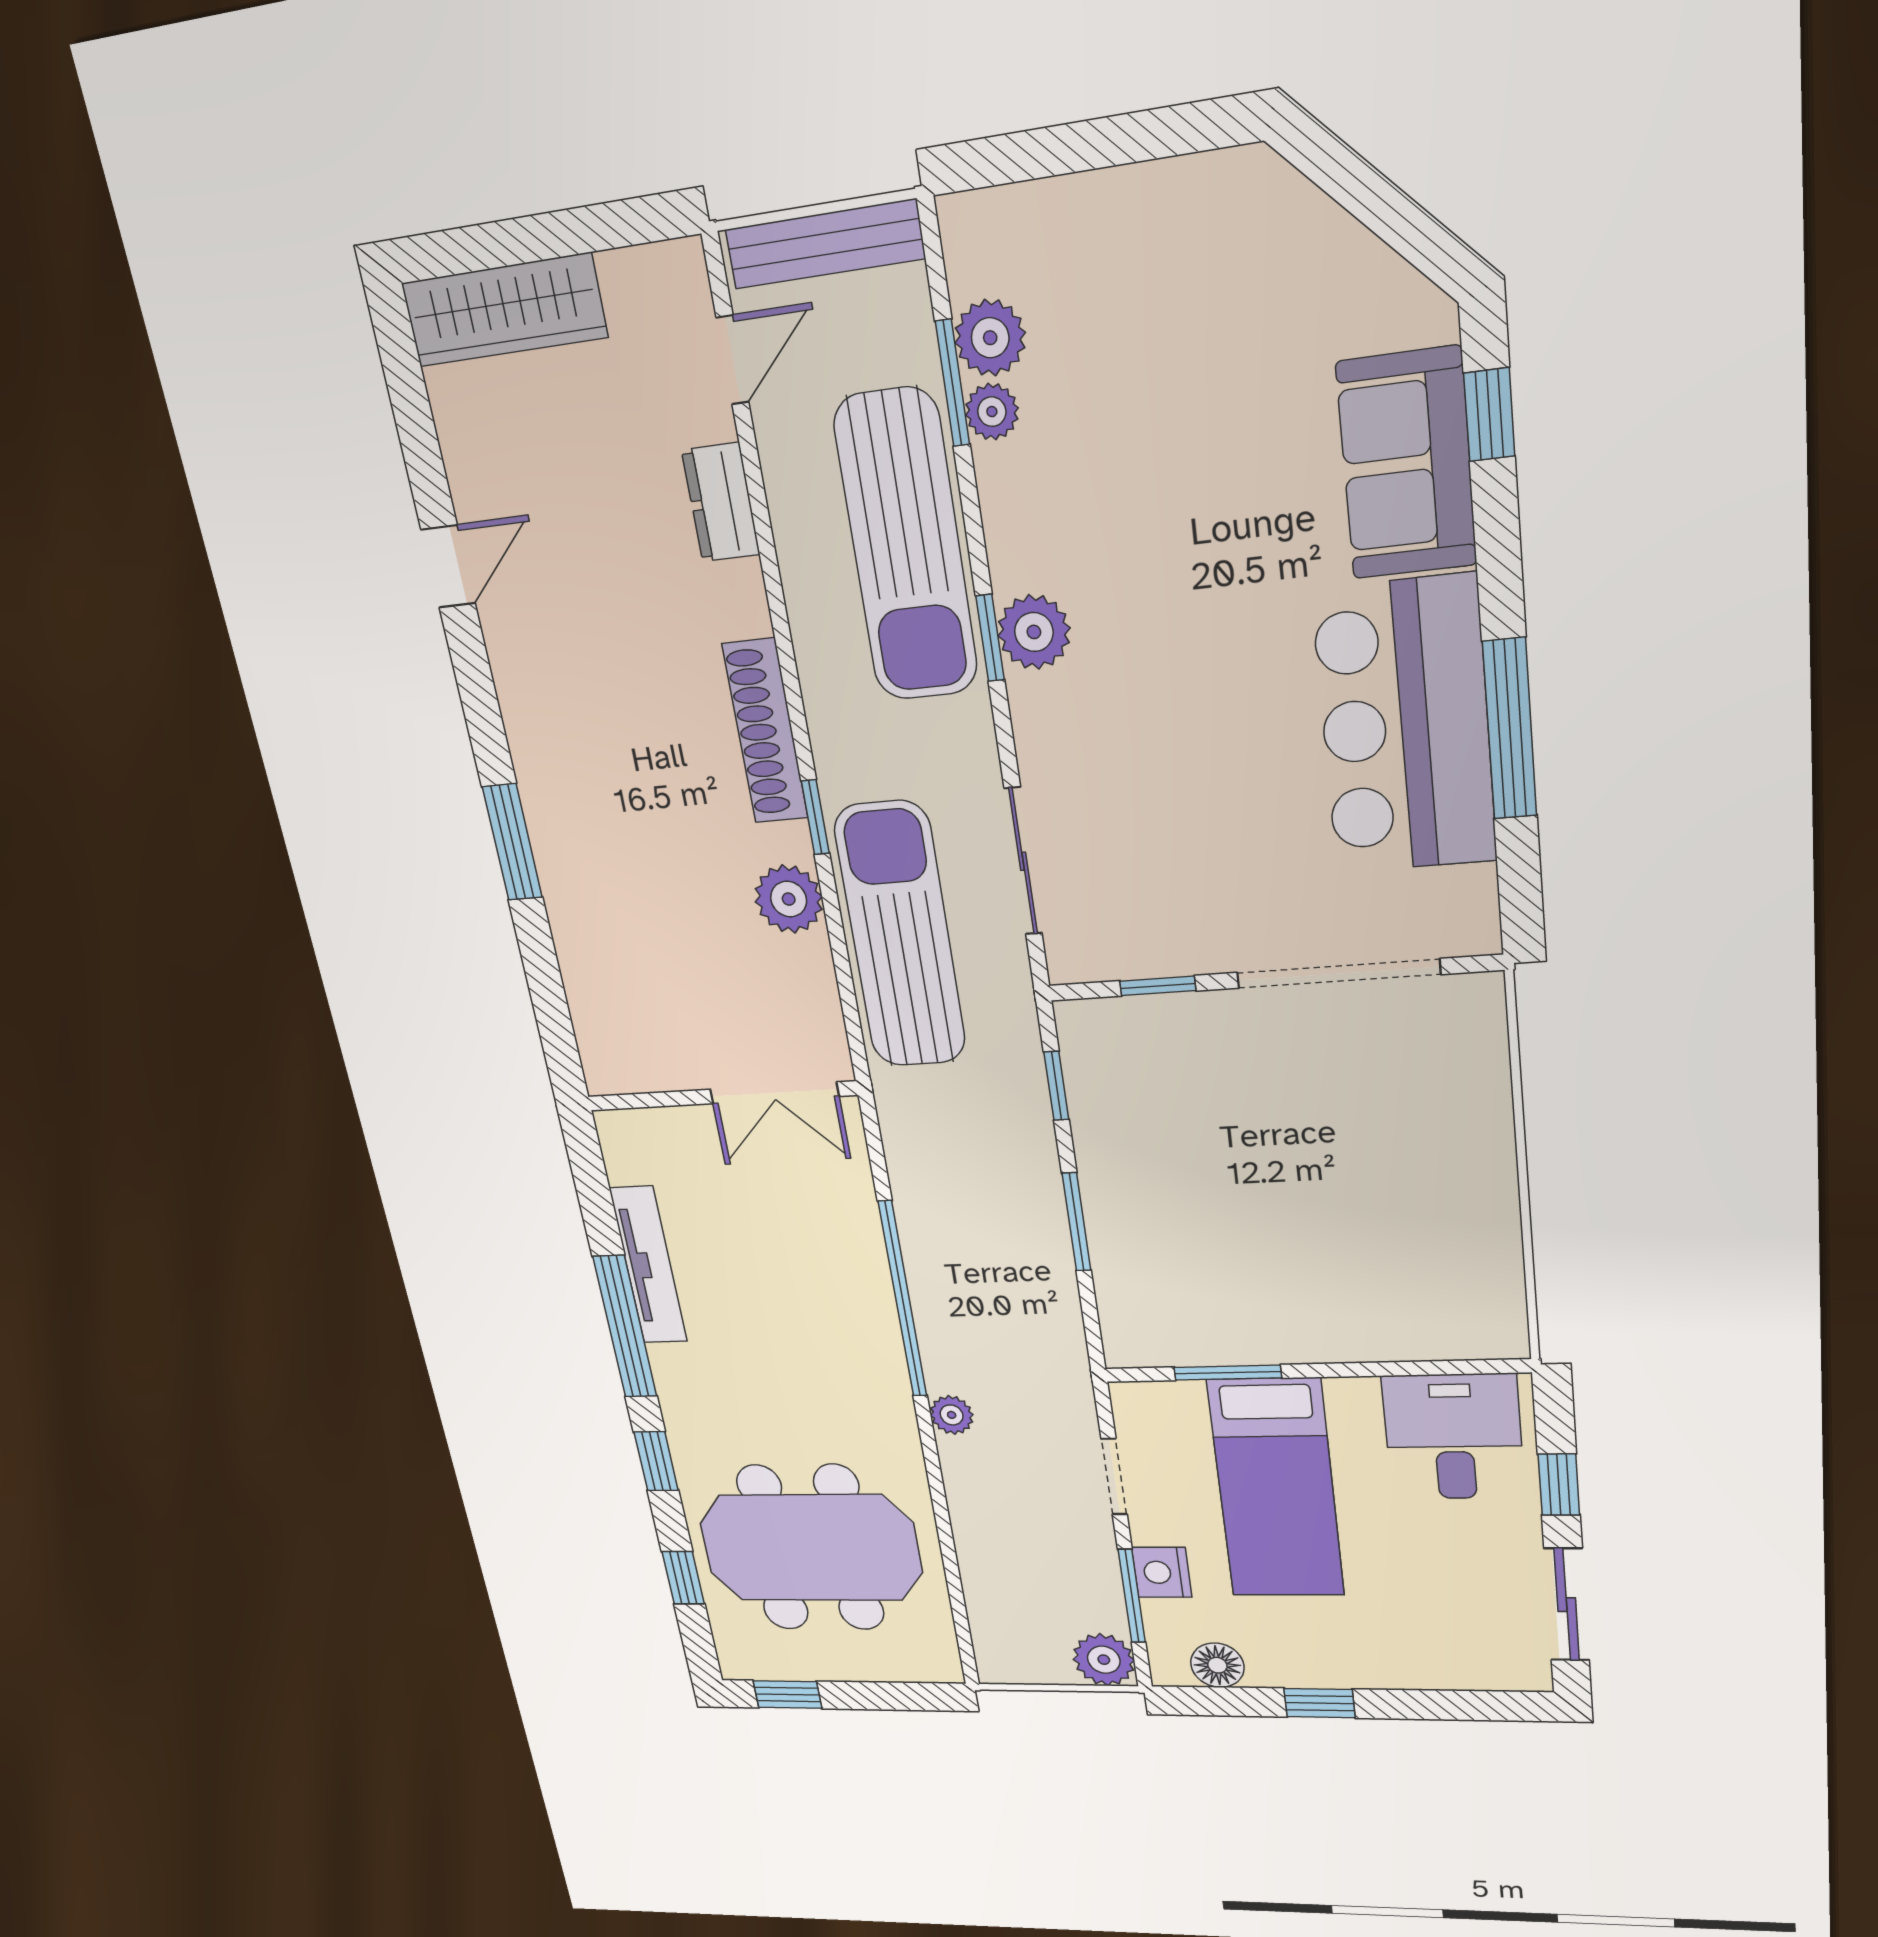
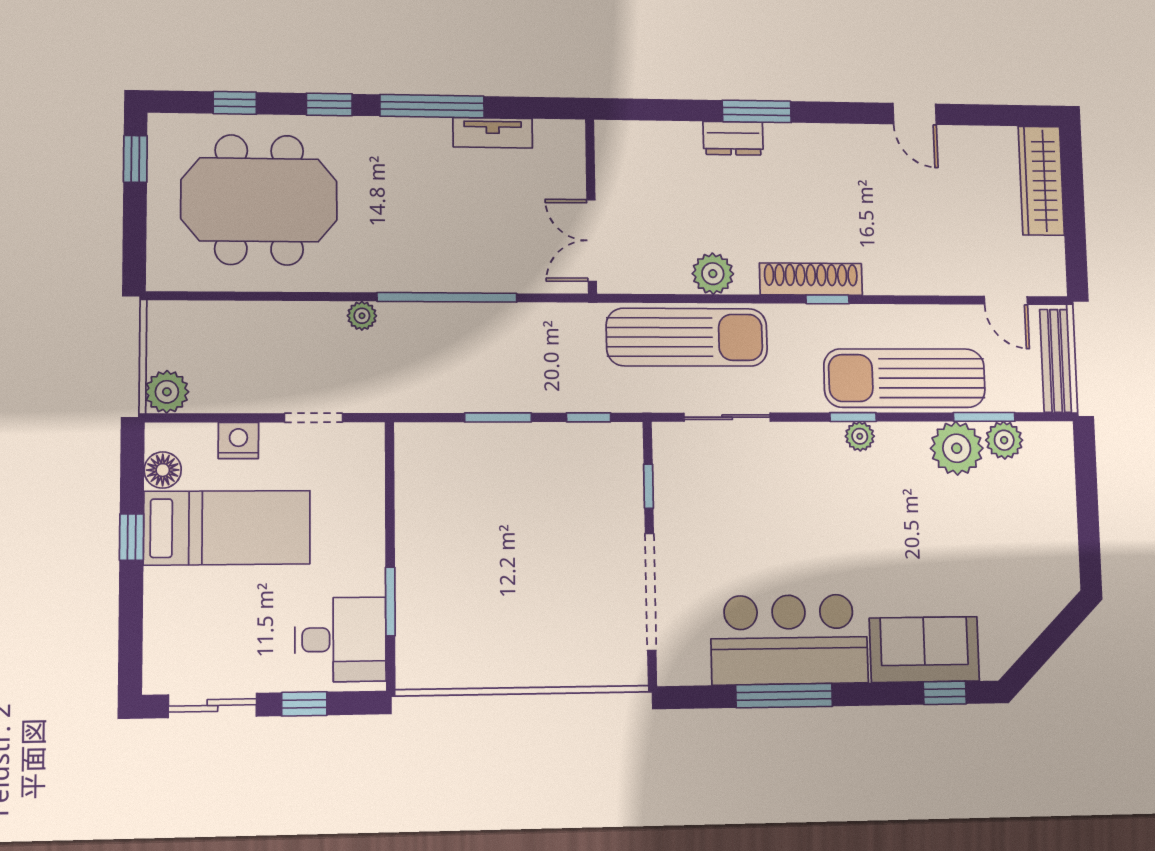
plant: (992, 412) -> (957, 448), width x1.87, depth x1.87
dresser: (721, 502) -> (733, 138), moved, turned 180
plant: (1034, 632) -> (860, 436), width x0.73, depth x0.73
window: (815, 817) -> (827, 299), moved
tv unit: (648, 1265) -> (493, 133), width x0.71
window: (1228, 1373) -> (390, 601), moved
bed: (1276, 1489) -> (227, 528), moved, turned 180
meeting table: (811, 1548) -> (259, 200), turned 90
window: (1132, 1596) -> (219, 418), removed

